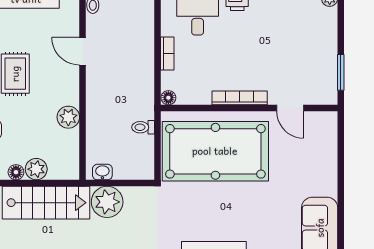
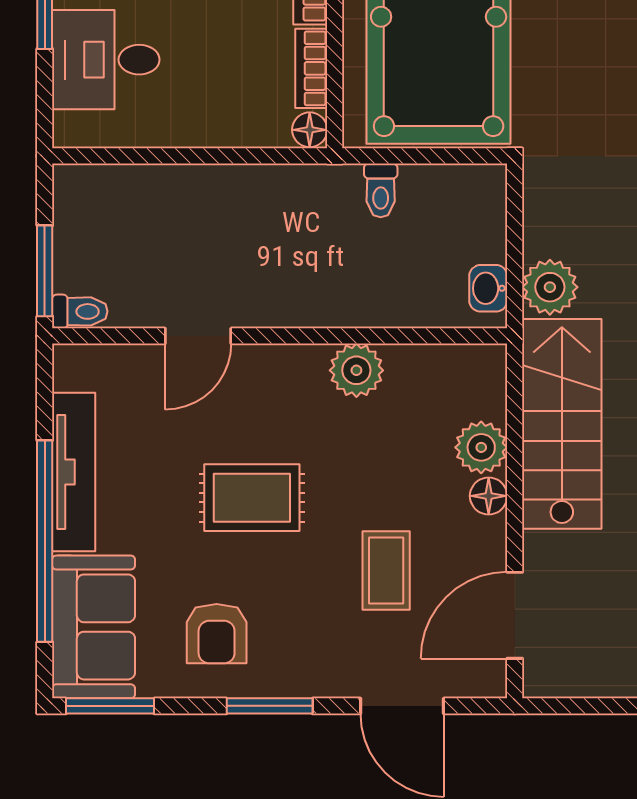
bookcase: (167, 54) -> (311, 68), moved, turned -90
plant: (107, 202) -> (550, 287), width x0.73, depth x0.73

